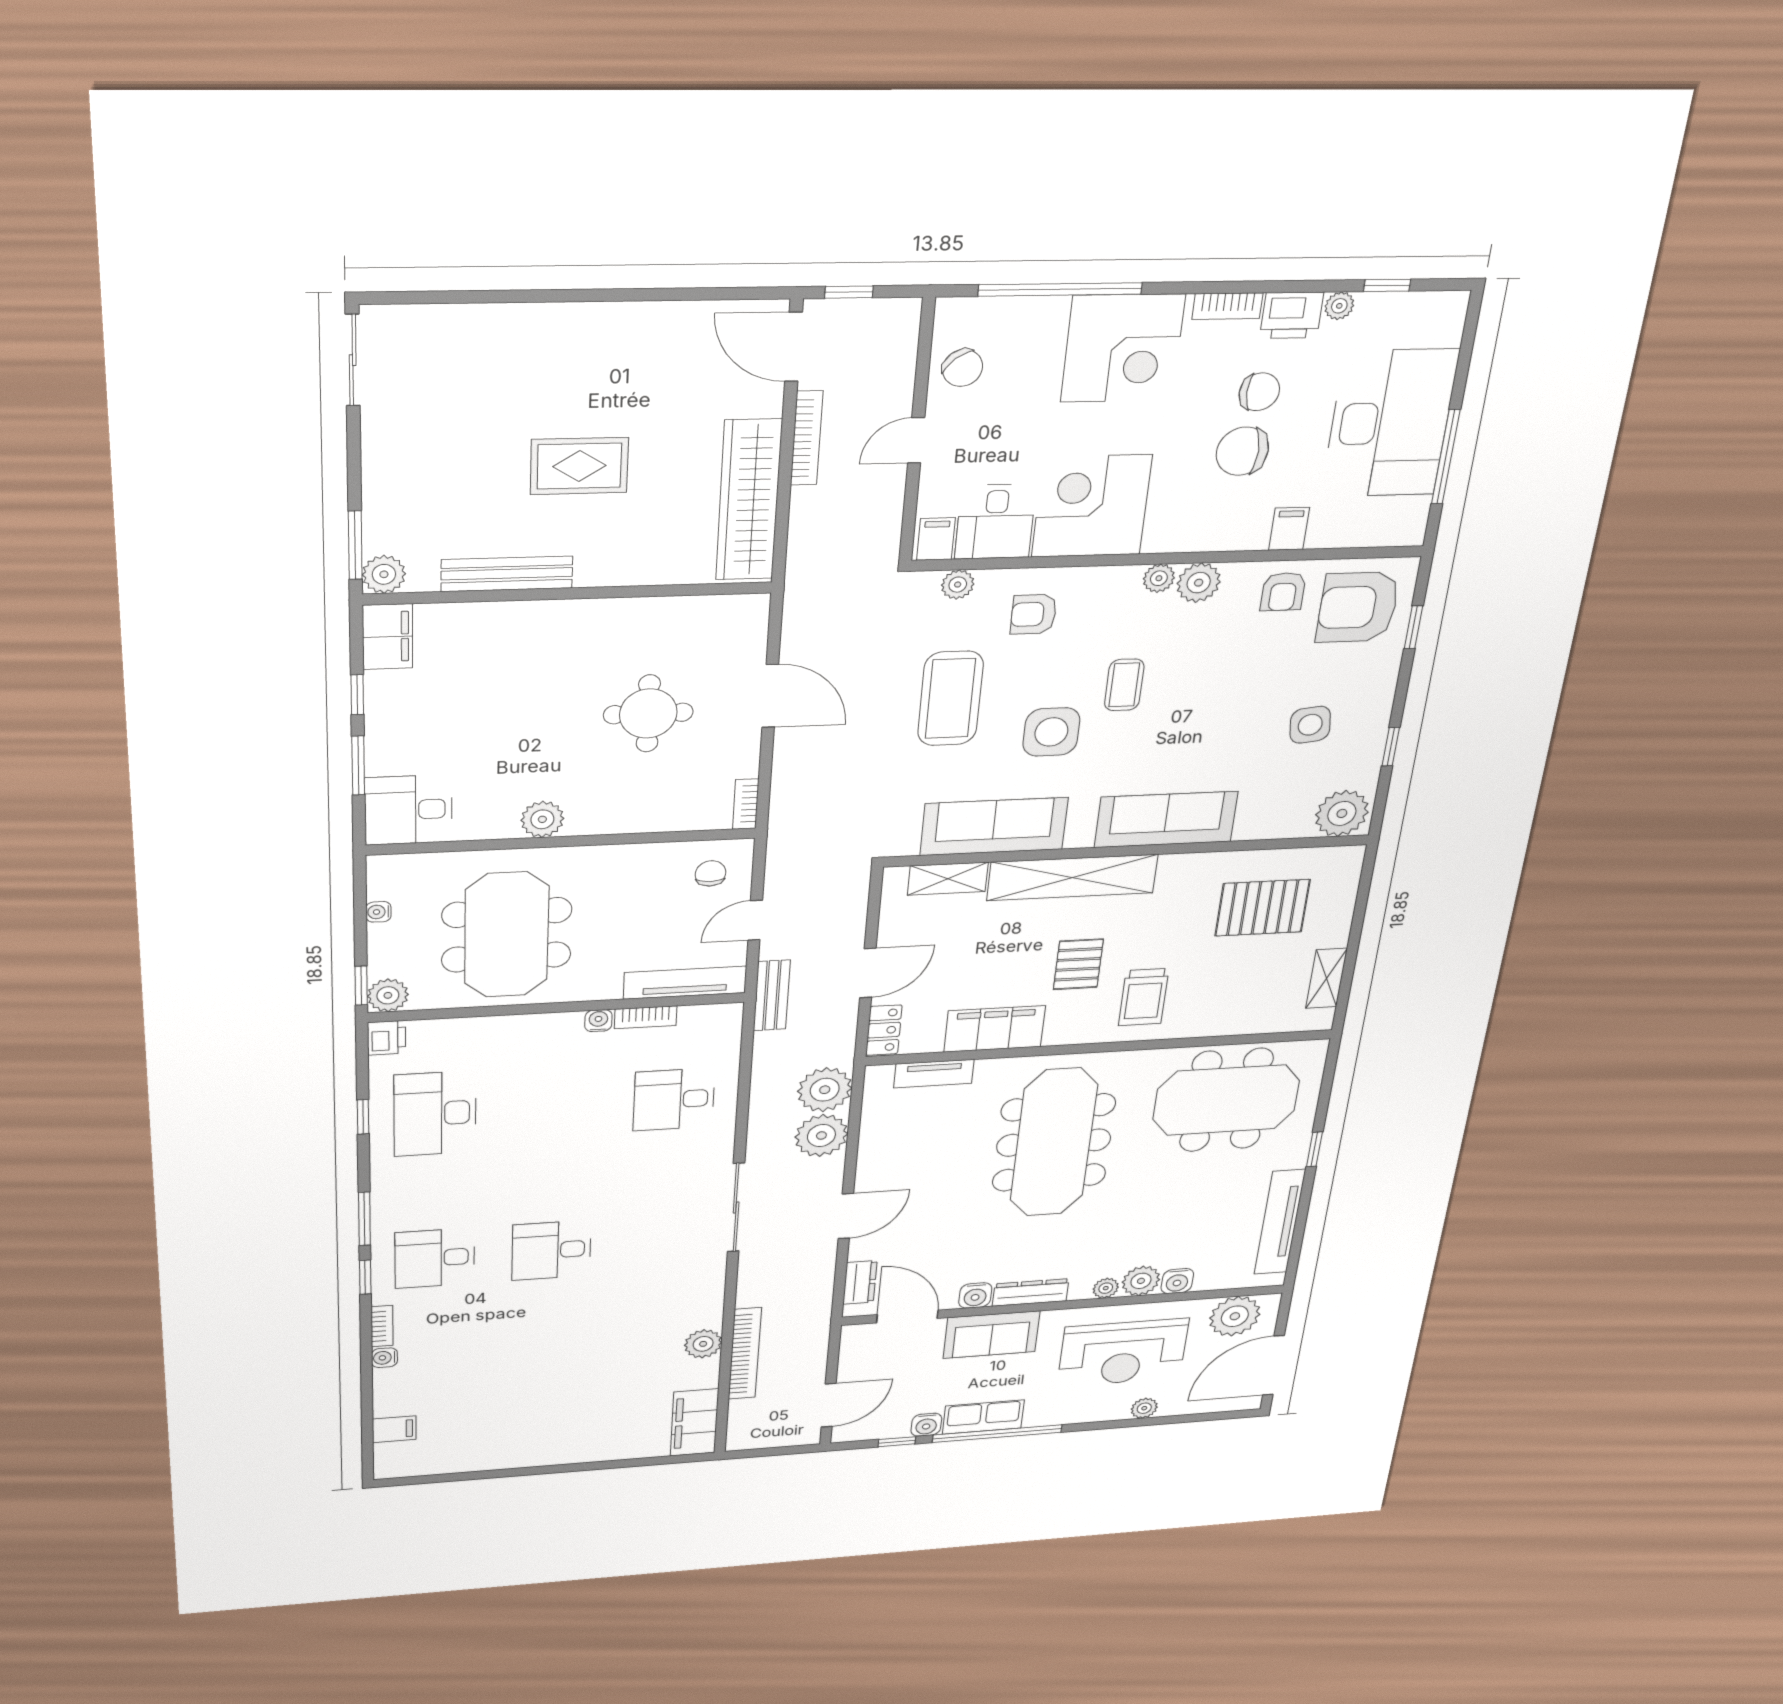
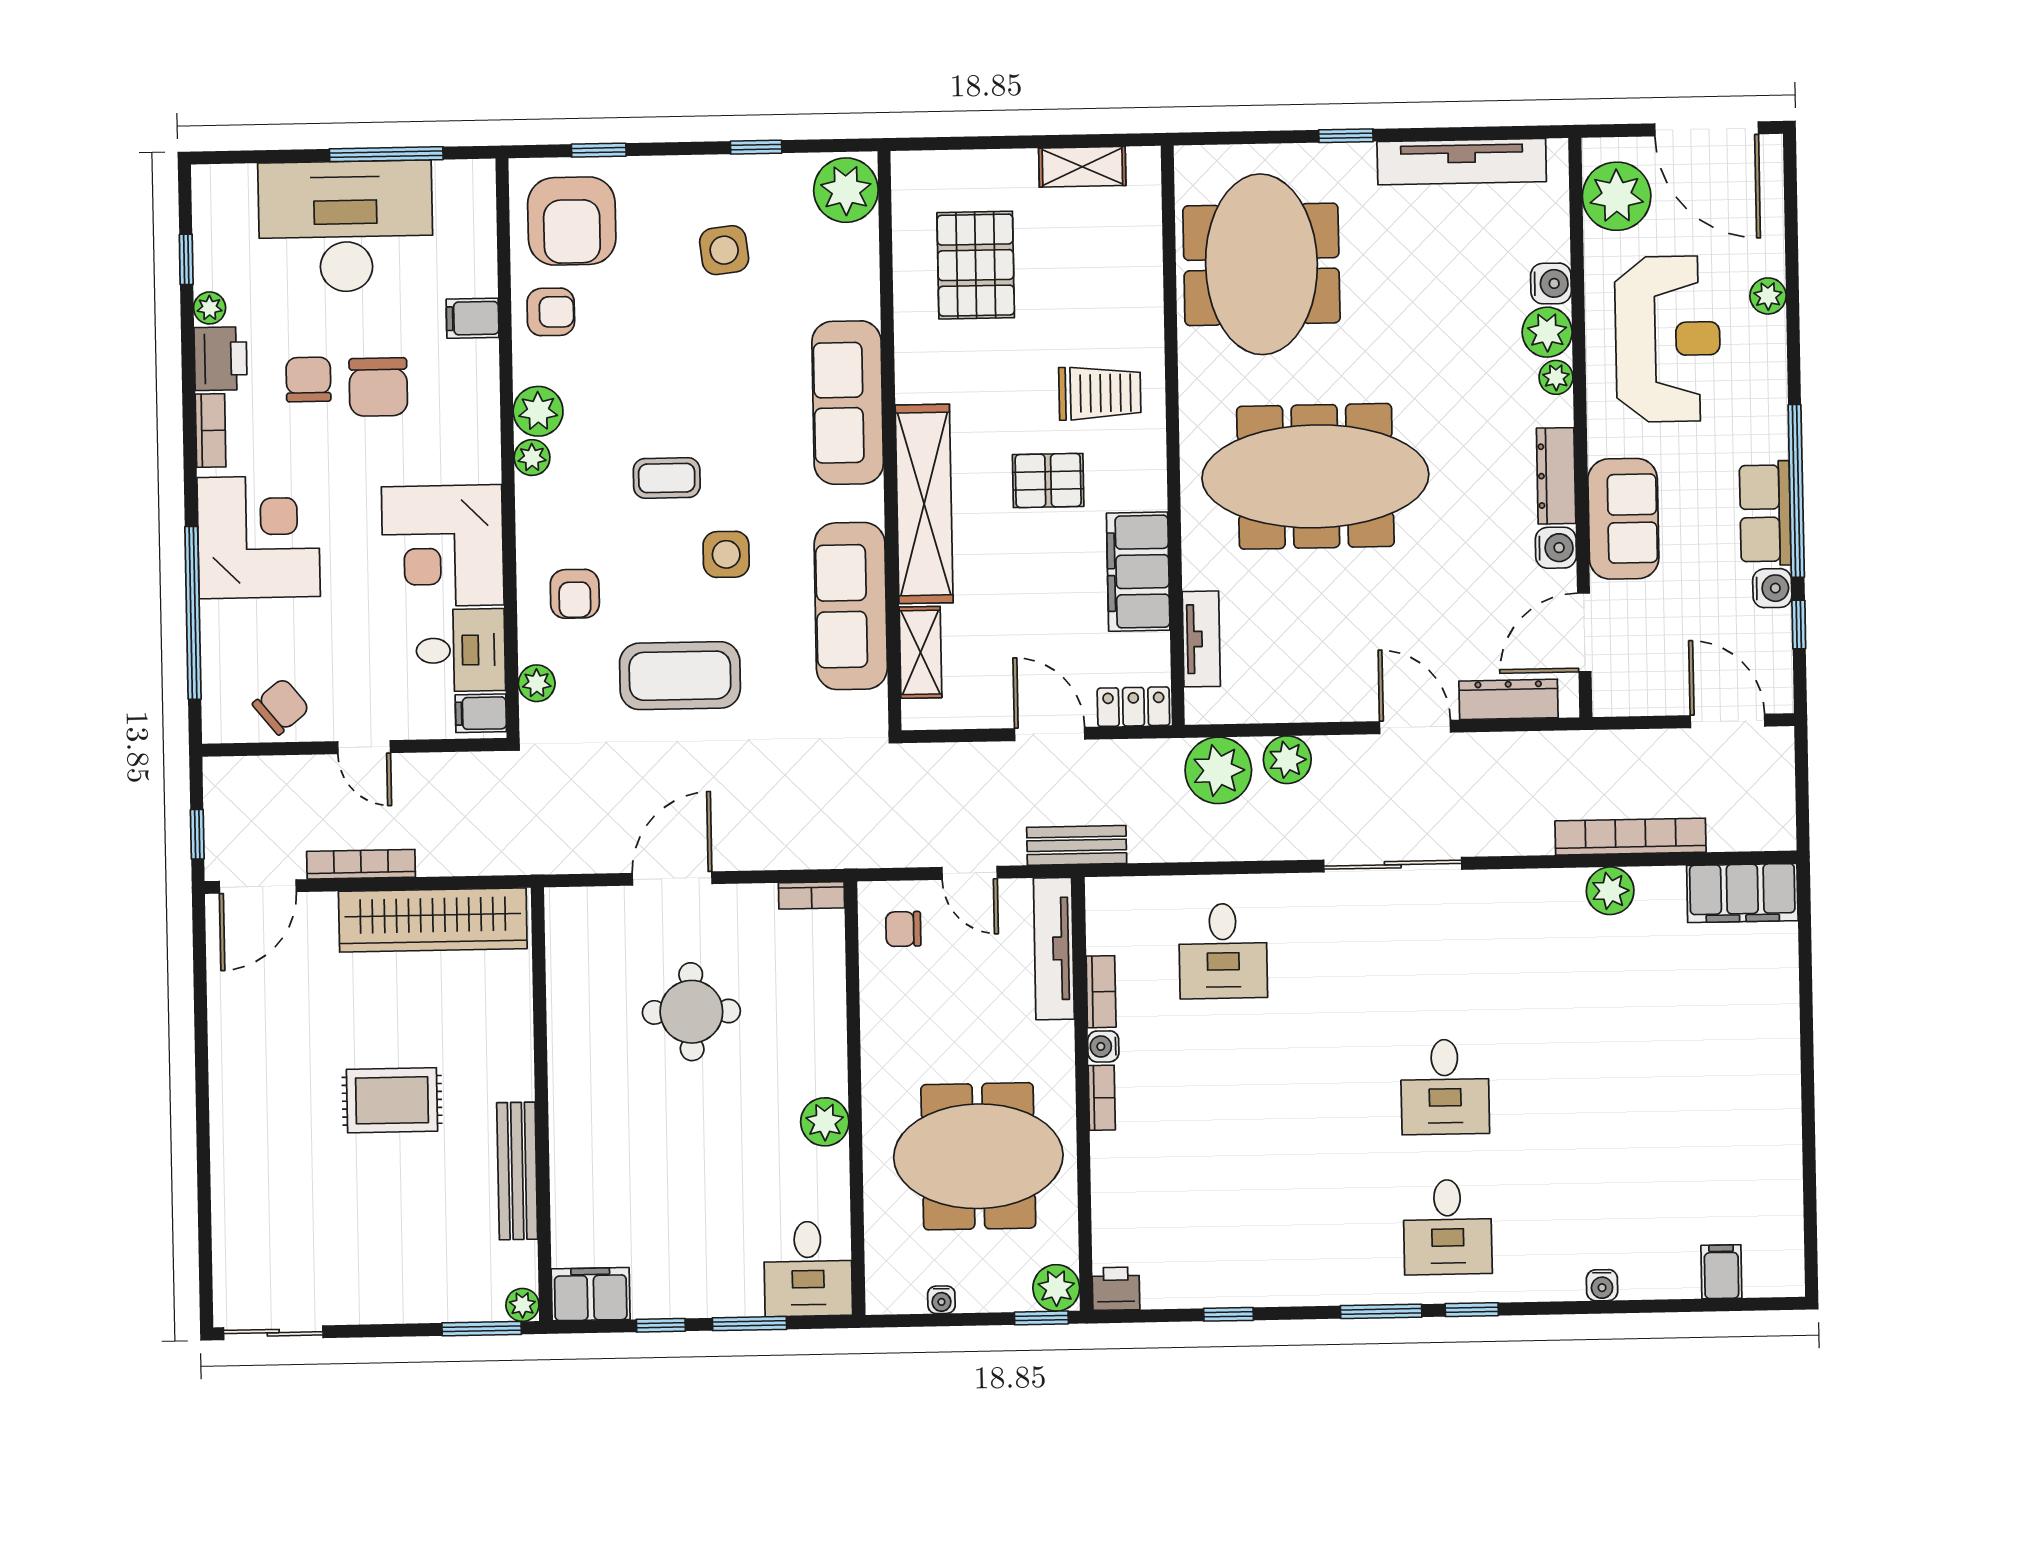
rug: (579, 466) -> (392, 1100), turned 90
plant: (384, 574) -> (522, 1305), width x0.73, depth x0.73
side table: (1051, 732) -> (726, 554), width x0.73, depth x0.73
desk: (435, 1114) -> (1228, 1231), removed
plant: (821, 1135) -> (1287, 760), width x0.73, depth x0.73
dresser: (860, 1282) -> (1508, 699), width x1.44
bookcase: (382, 1326) -> (1102, 1098), moved, turned 90

